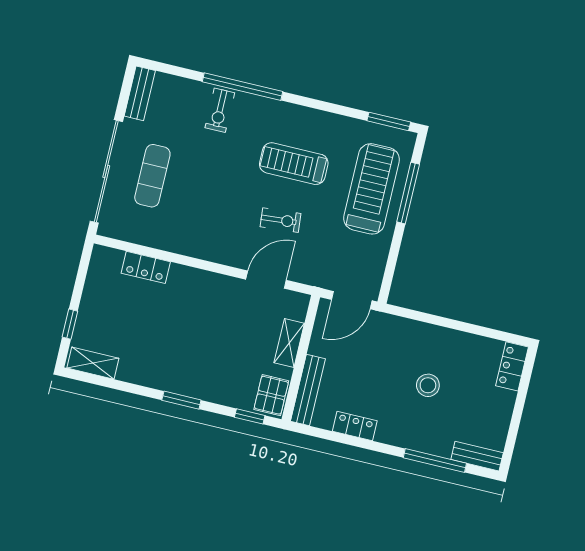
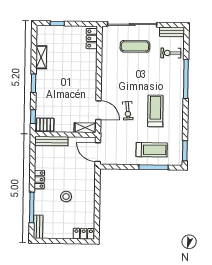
exercise bike: (220, 110) -> (171, 53), moved
treadmill: (371, 189) -> (152, 150), width x0.73, depth x0.73
locker: (146, 267) -> (92, 39), moved
shelving: (289, 343) -> (85, 128), moved
shelving: (93, 363) -> (41, 57), moved
locker: (355, 426) -> (39, 180), moved

